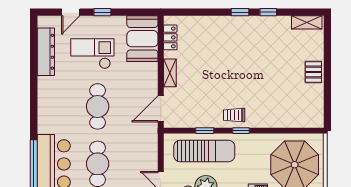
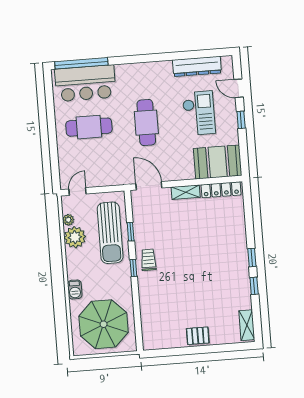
locker: (170, 37) -> (221, 190), width x1.53
cafe table: (98, 106) -> (146, 123), turned 90

